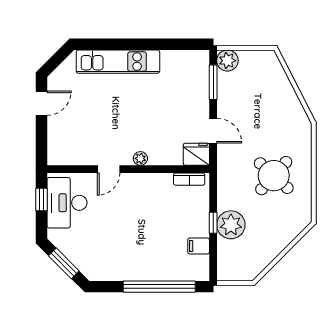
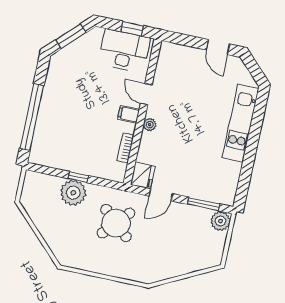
round table: (274, 176) -> (116, 223), moved
bookcase: (189, 179) -> (125, 148), moved
filing cabinet: (199, 246) -> (128, 114), moved, turned -90

